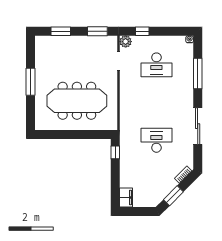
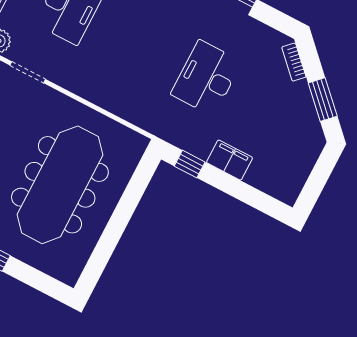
filing cabinet: (126, 198) -> (230, 160), moved

